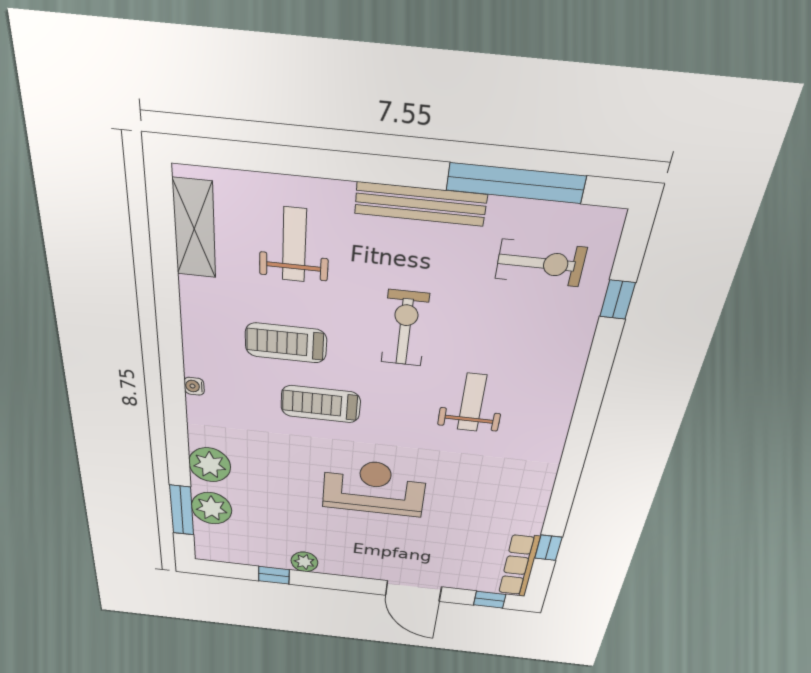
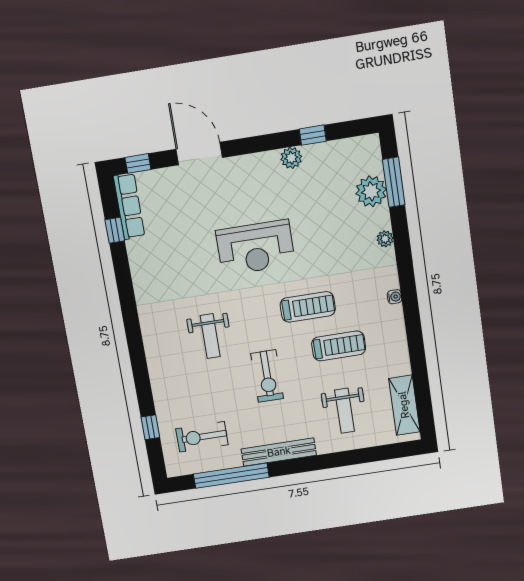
plant: (210, 465) -> (385, 239), width x0.53, depth x0.53

